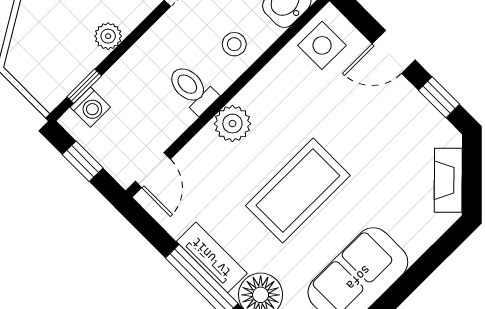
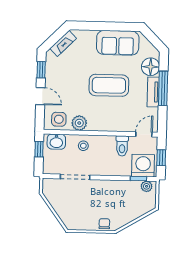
plant: (108, 36) -> (147, 186), moved
toilet: (192, 89) -> (122, 146), moved
washing machine: (90, 107) -> (143, 165), width x1.89, depth x1.89
plant: (232, 124) -> (79, 123), moved

